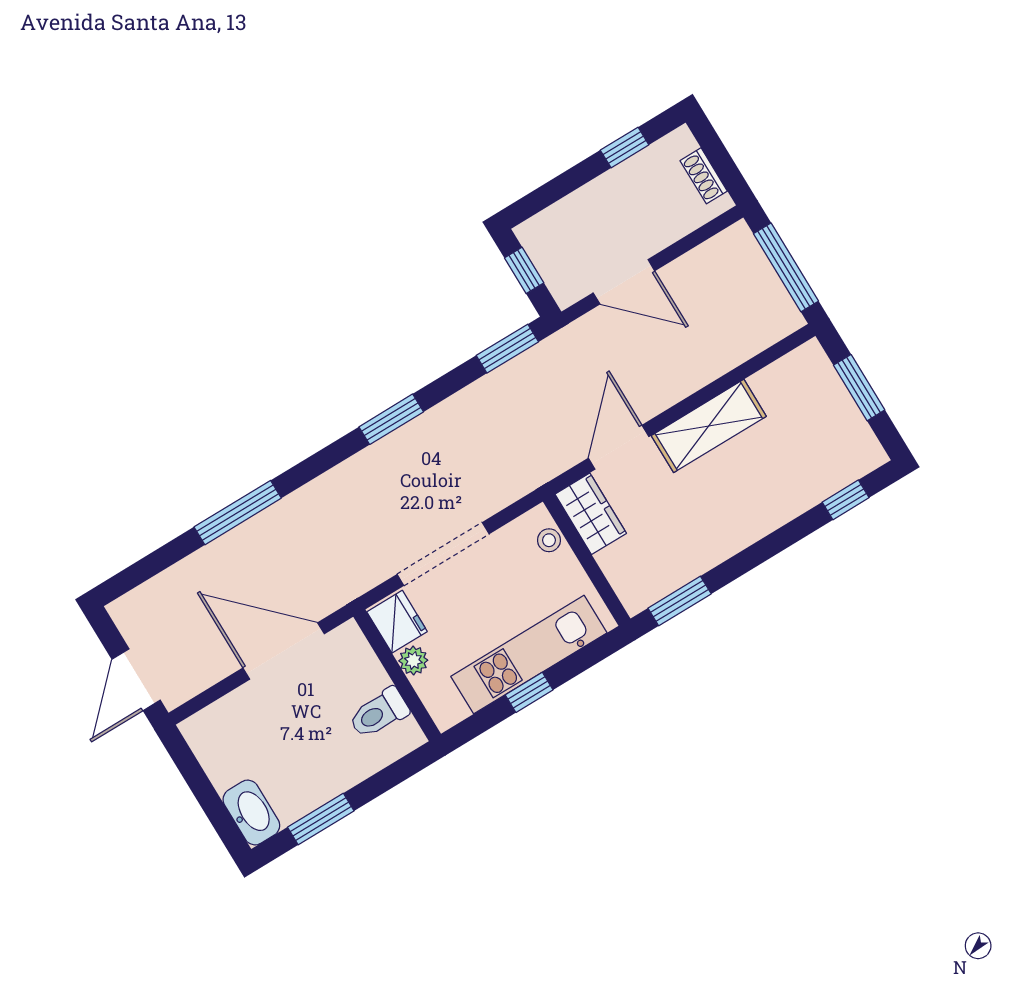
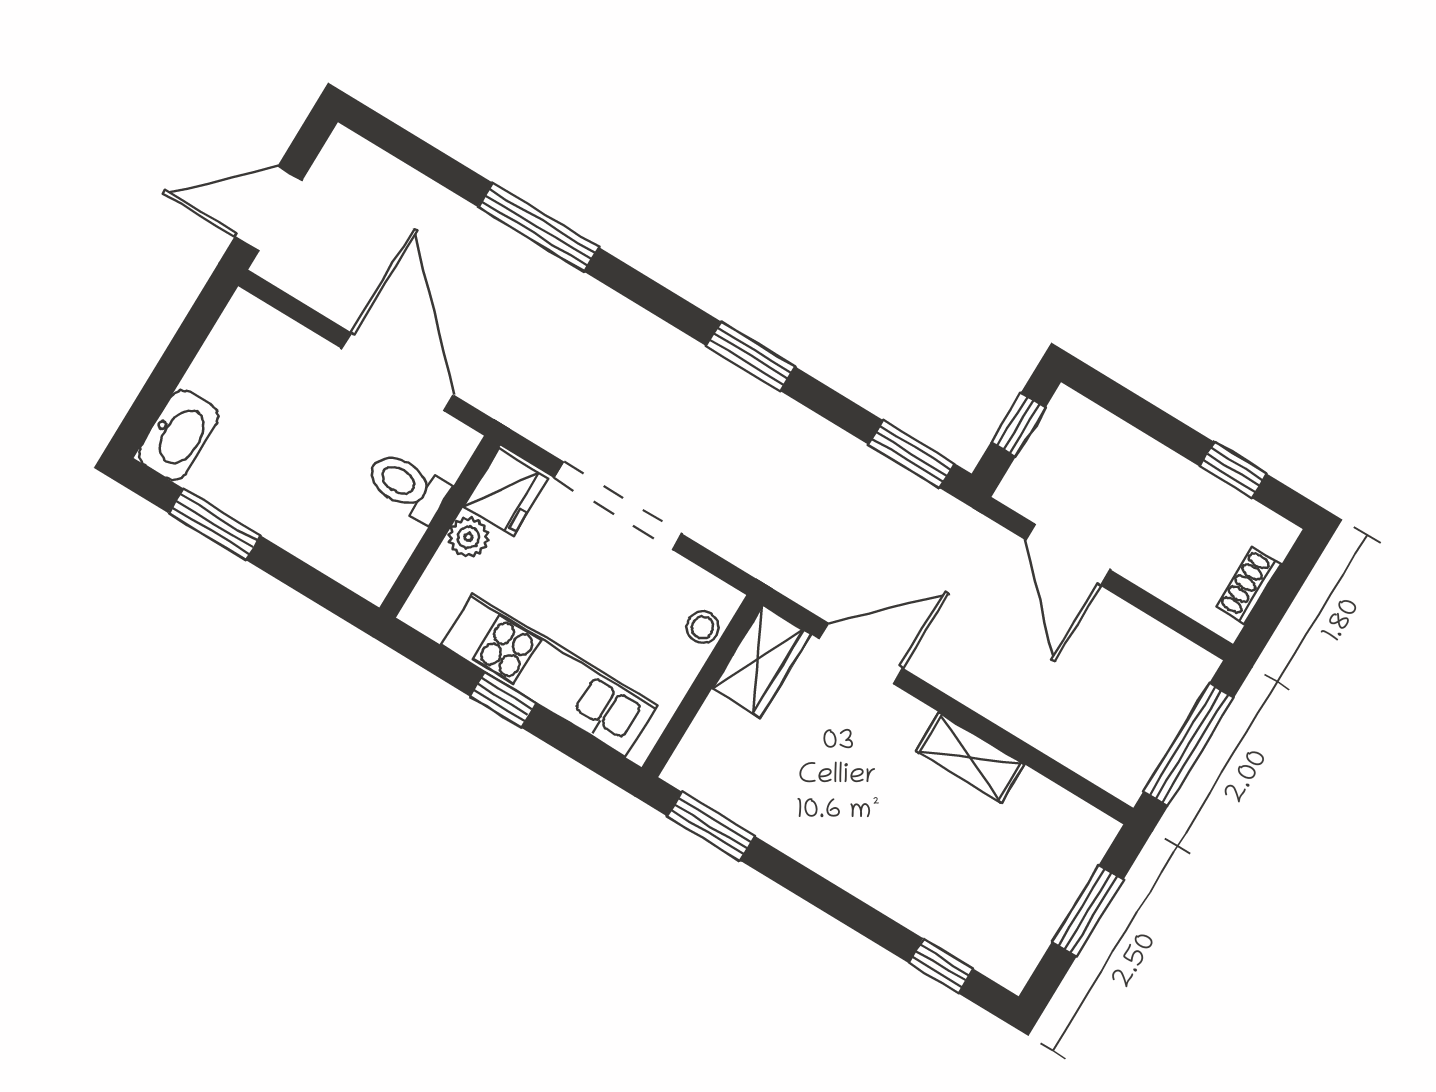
shelving: (709, 426) -> (970, 757), width x0.67, depth x0.75
toilet: (379, 713) -> (407, 486), moved

